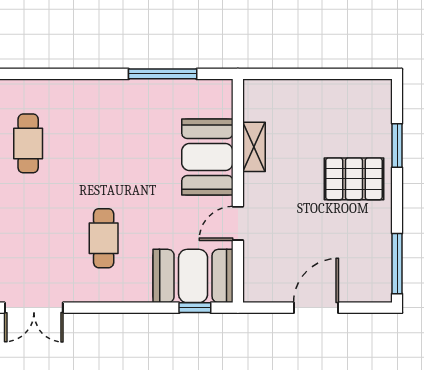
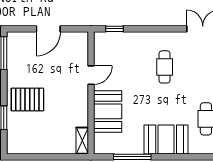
shelving: (254, 147) -> (82, 141), moved
booth: (193, 276) -> (166, 140), moved

